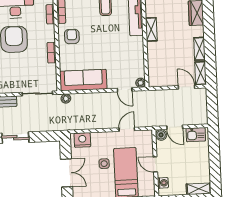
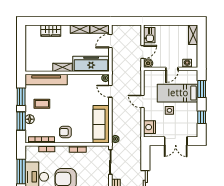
freezer: (157, 64) -> (91, 64), added
door: (125, 90) -> (110, 91), swing flipped
door: (127, 129) -> (143, 101), moved
double door: (67, 173) -> (176, 141), swing flipped

